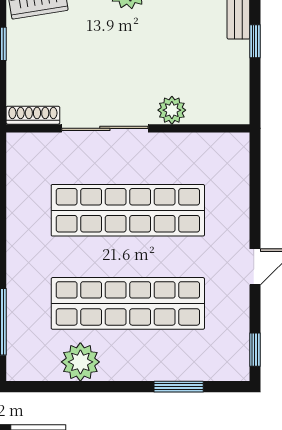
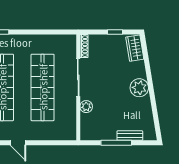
window: (255, 41) -> (116, 143), width x2.17

